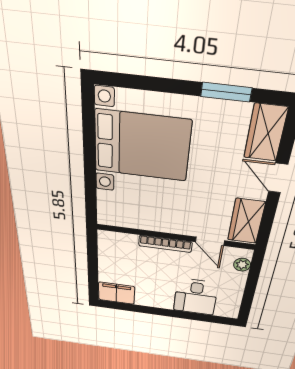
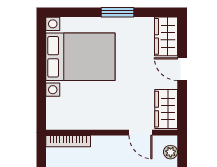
window: (226, 92) -> (117, 12), moved
bookcase: (165, 244) -> (68, 141), moved

